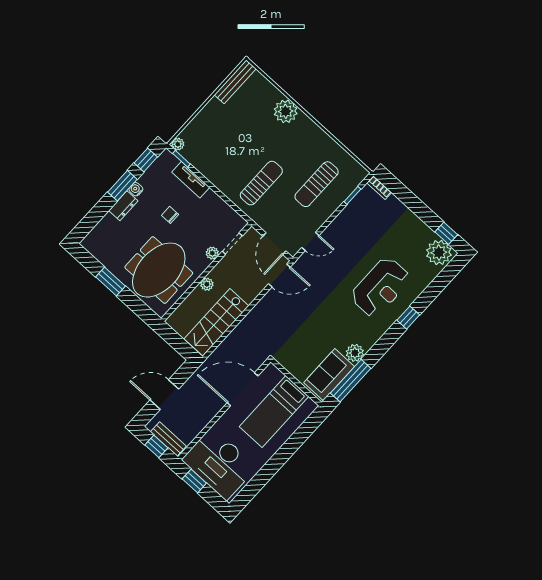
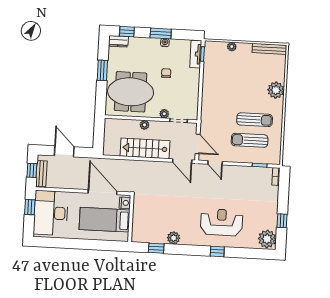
plant: (178, 144) -> (232, 47), moved
window: (146, 160) -> (127, 32), moved
tv unit: (191, 180) -> (196, 54), moved
sun lounger: (261, 183) -> (255, 120), moved
dresser: (123, 206) -> (118, 41), moved
window: (446, 233) -> (282, 221), moved
door: (274, 244) -> (198, 144), swing flipped
reception desk: (380, 287) -> (222, 222), turned 180
stairs: (216, 322) -> (145, 148), moved
nightstand: (274, 375) -> (125, 203), added
sofa: (329, 375) -> (150, 233), removed
window: (351, 381) -> (156, 248), width x0.46

